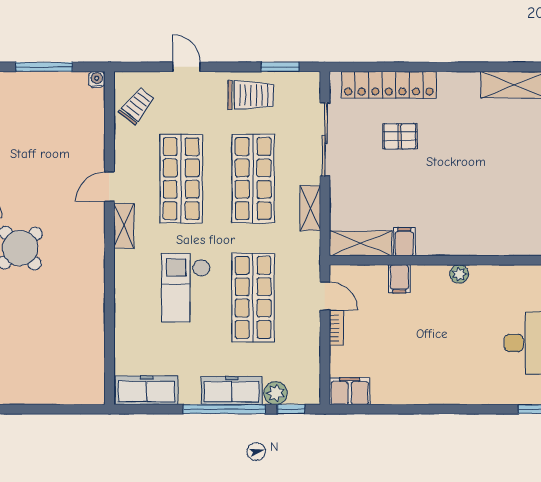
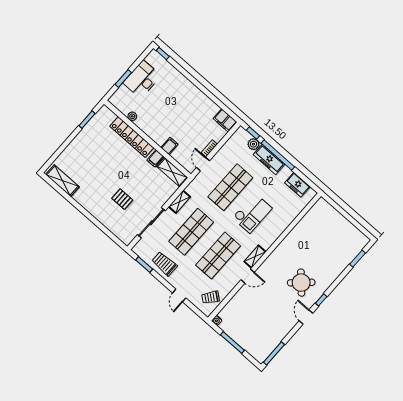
locker: (389, 85) -> (132, 137), moved, turned 180
plant: (459, 274) -> (132, 116), moved
freezer: (147, 390) -> (297, 185), width x0.71

